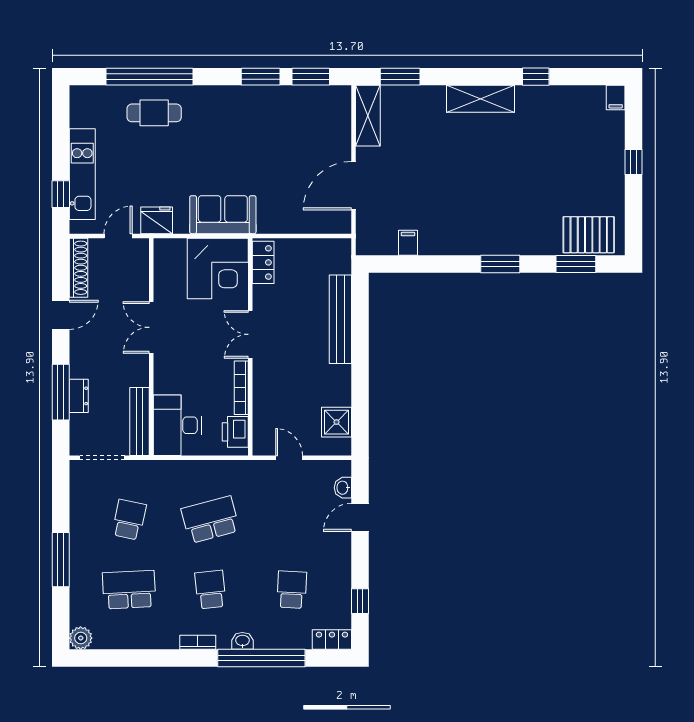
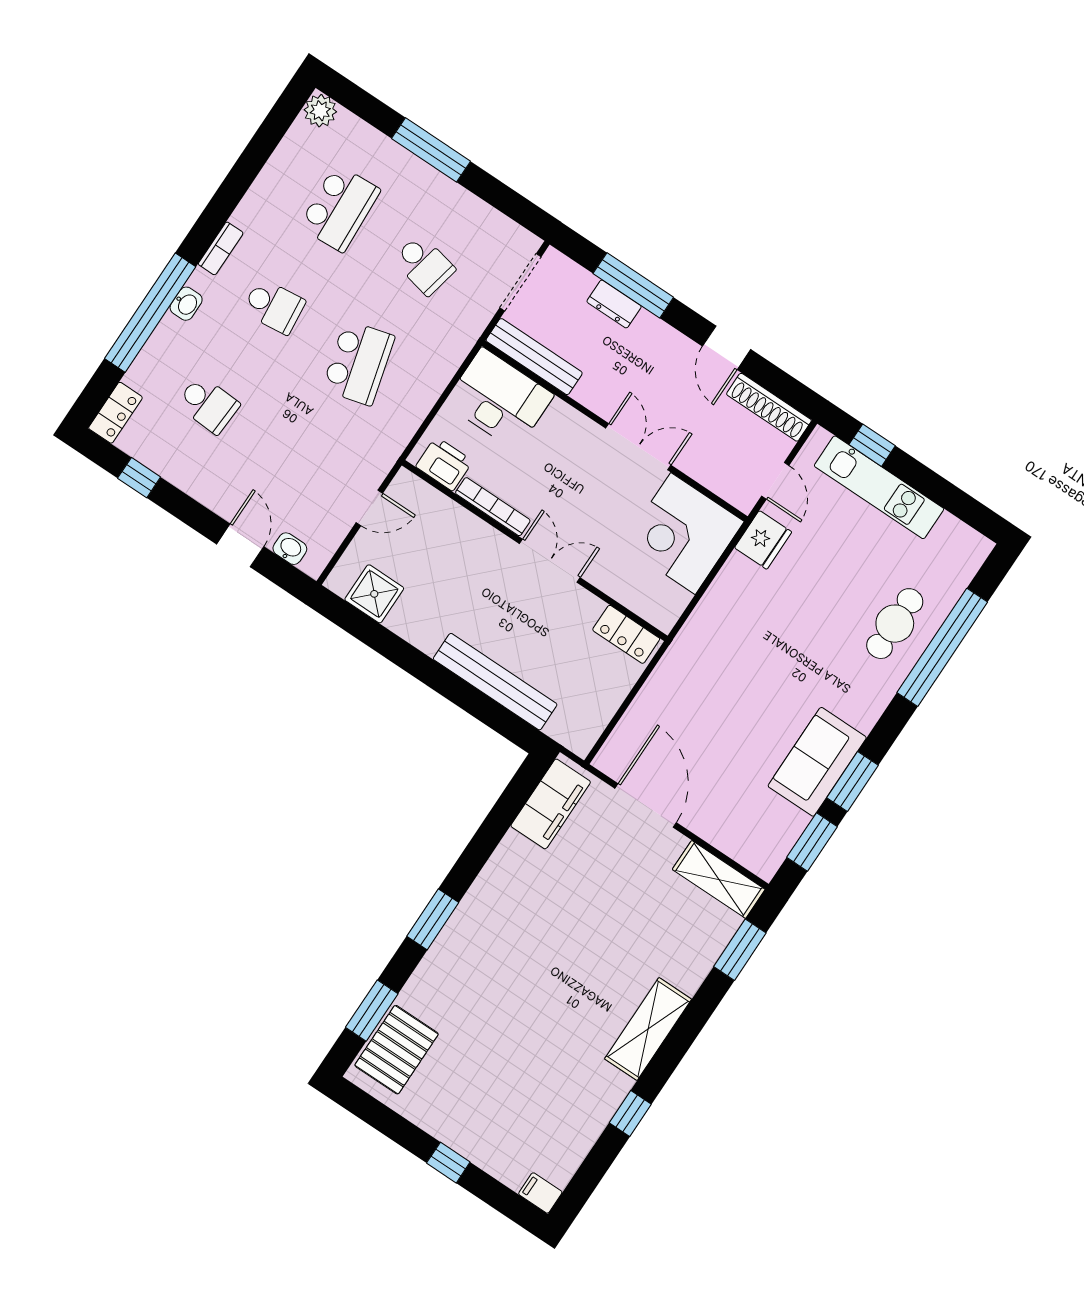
sofa: (223, 215) -> (817, 762), moved, turned 180
filing cabinet: (408, 243) -> (551, 804), width x3.00, depth x1.17
corner desk: (218, 269) -> (683, 534), moved

